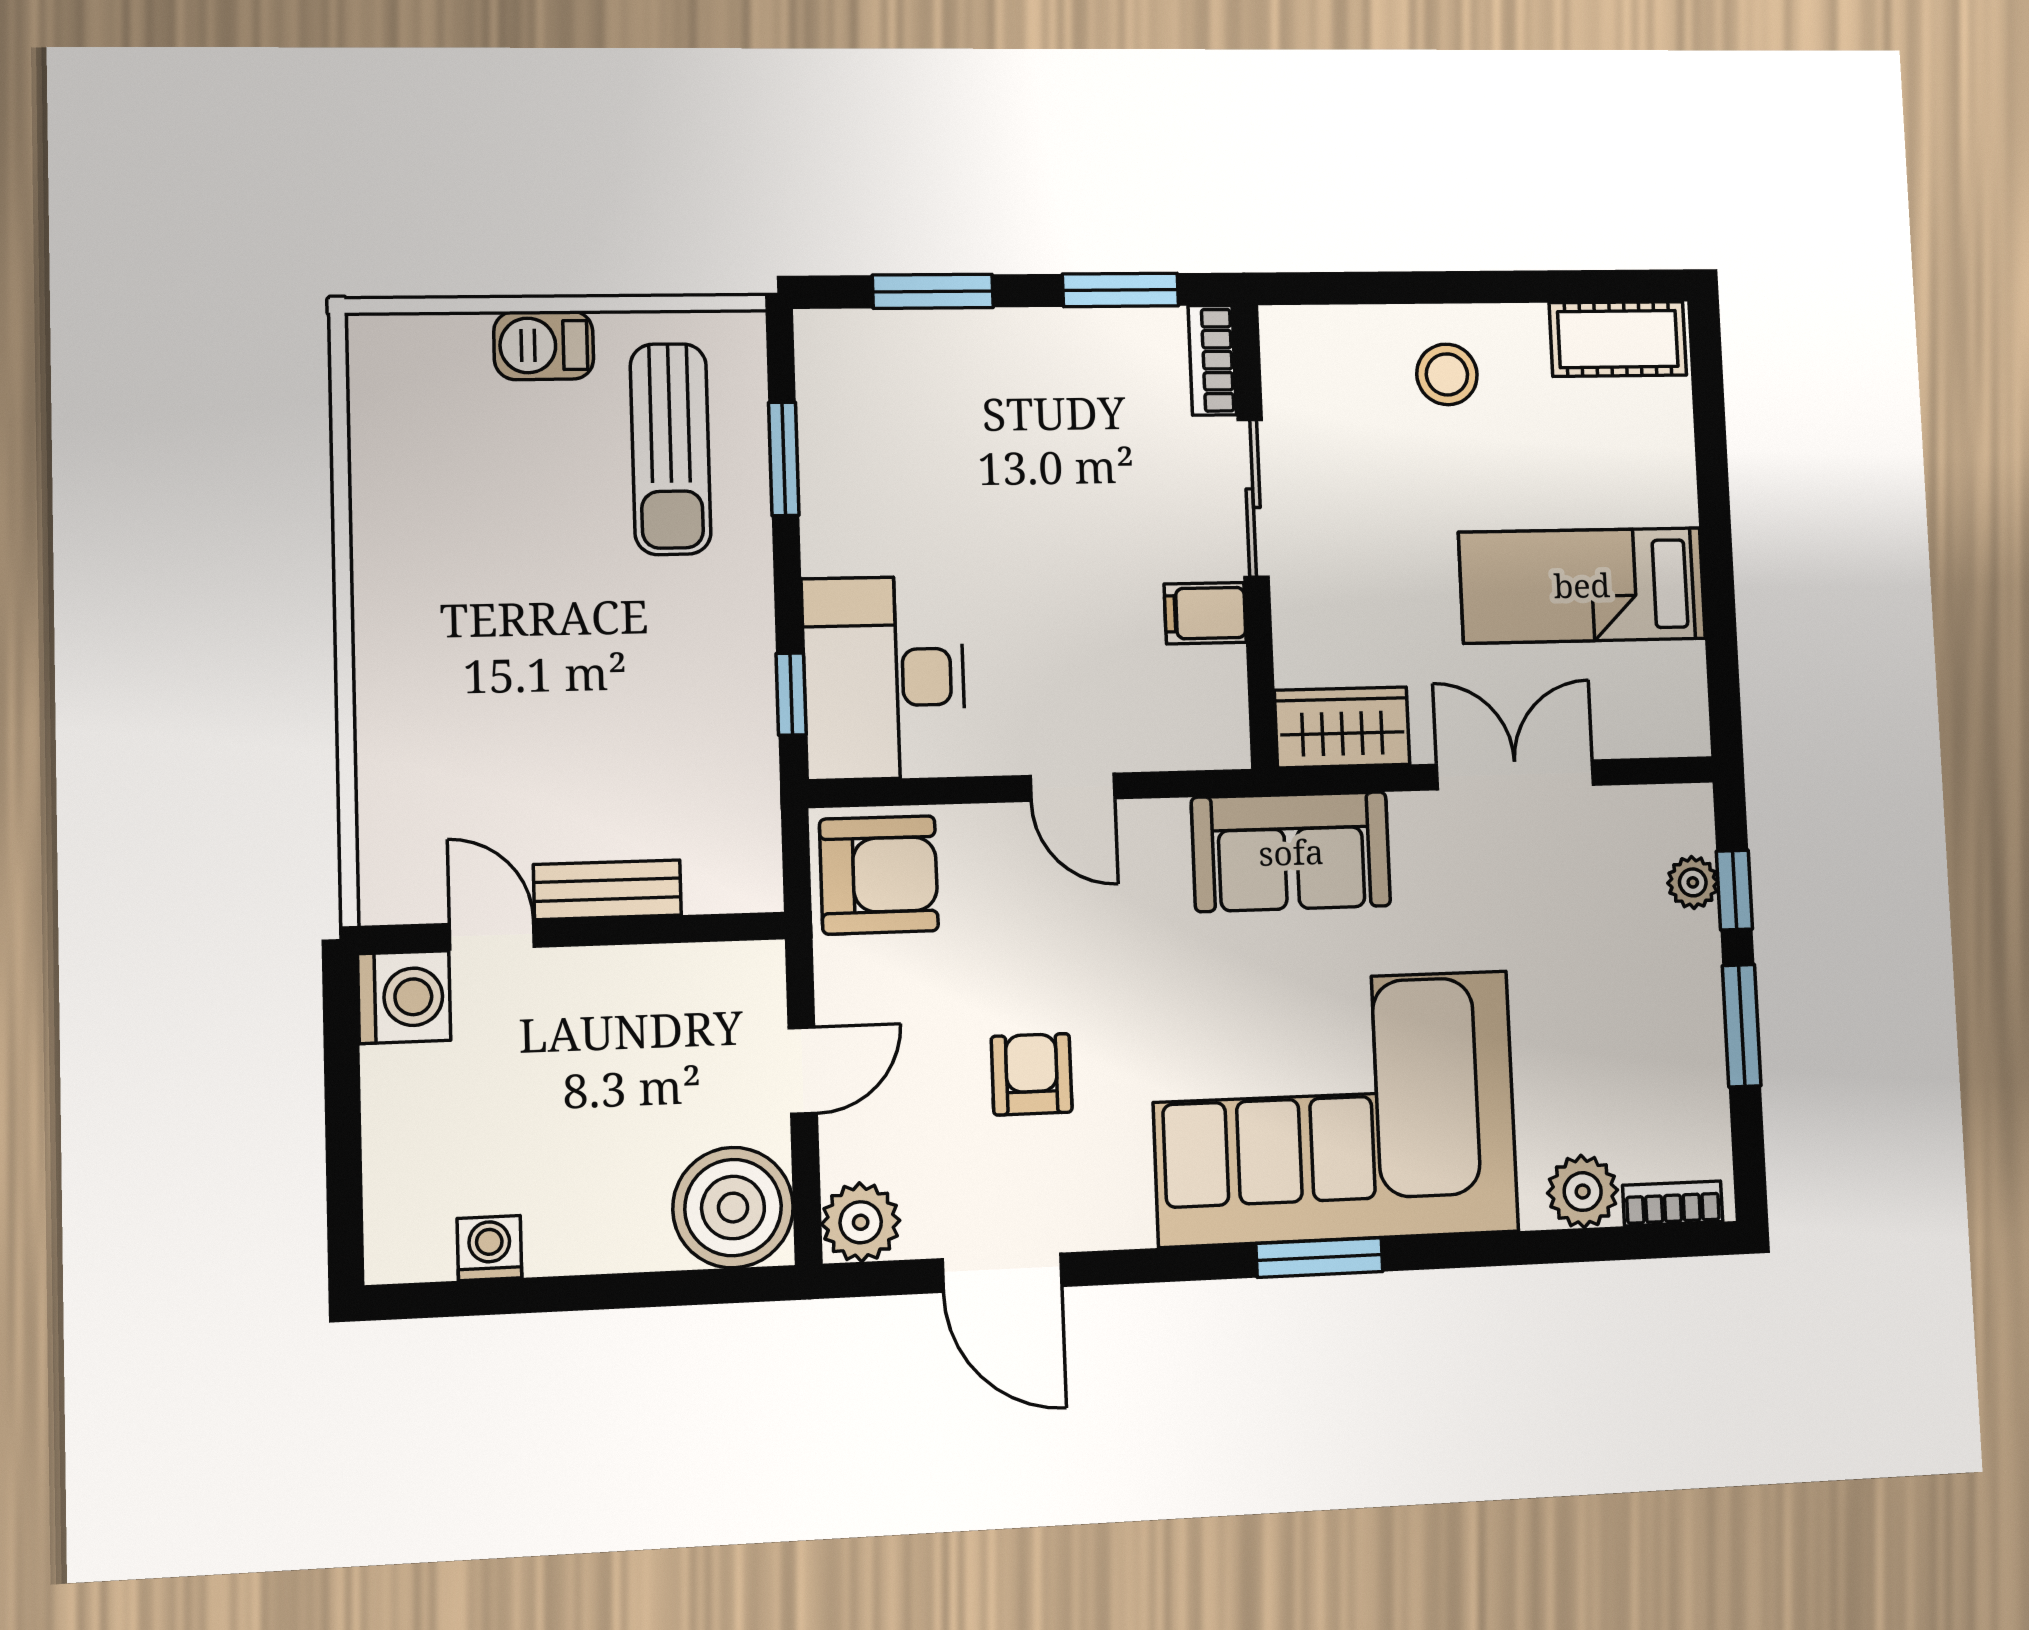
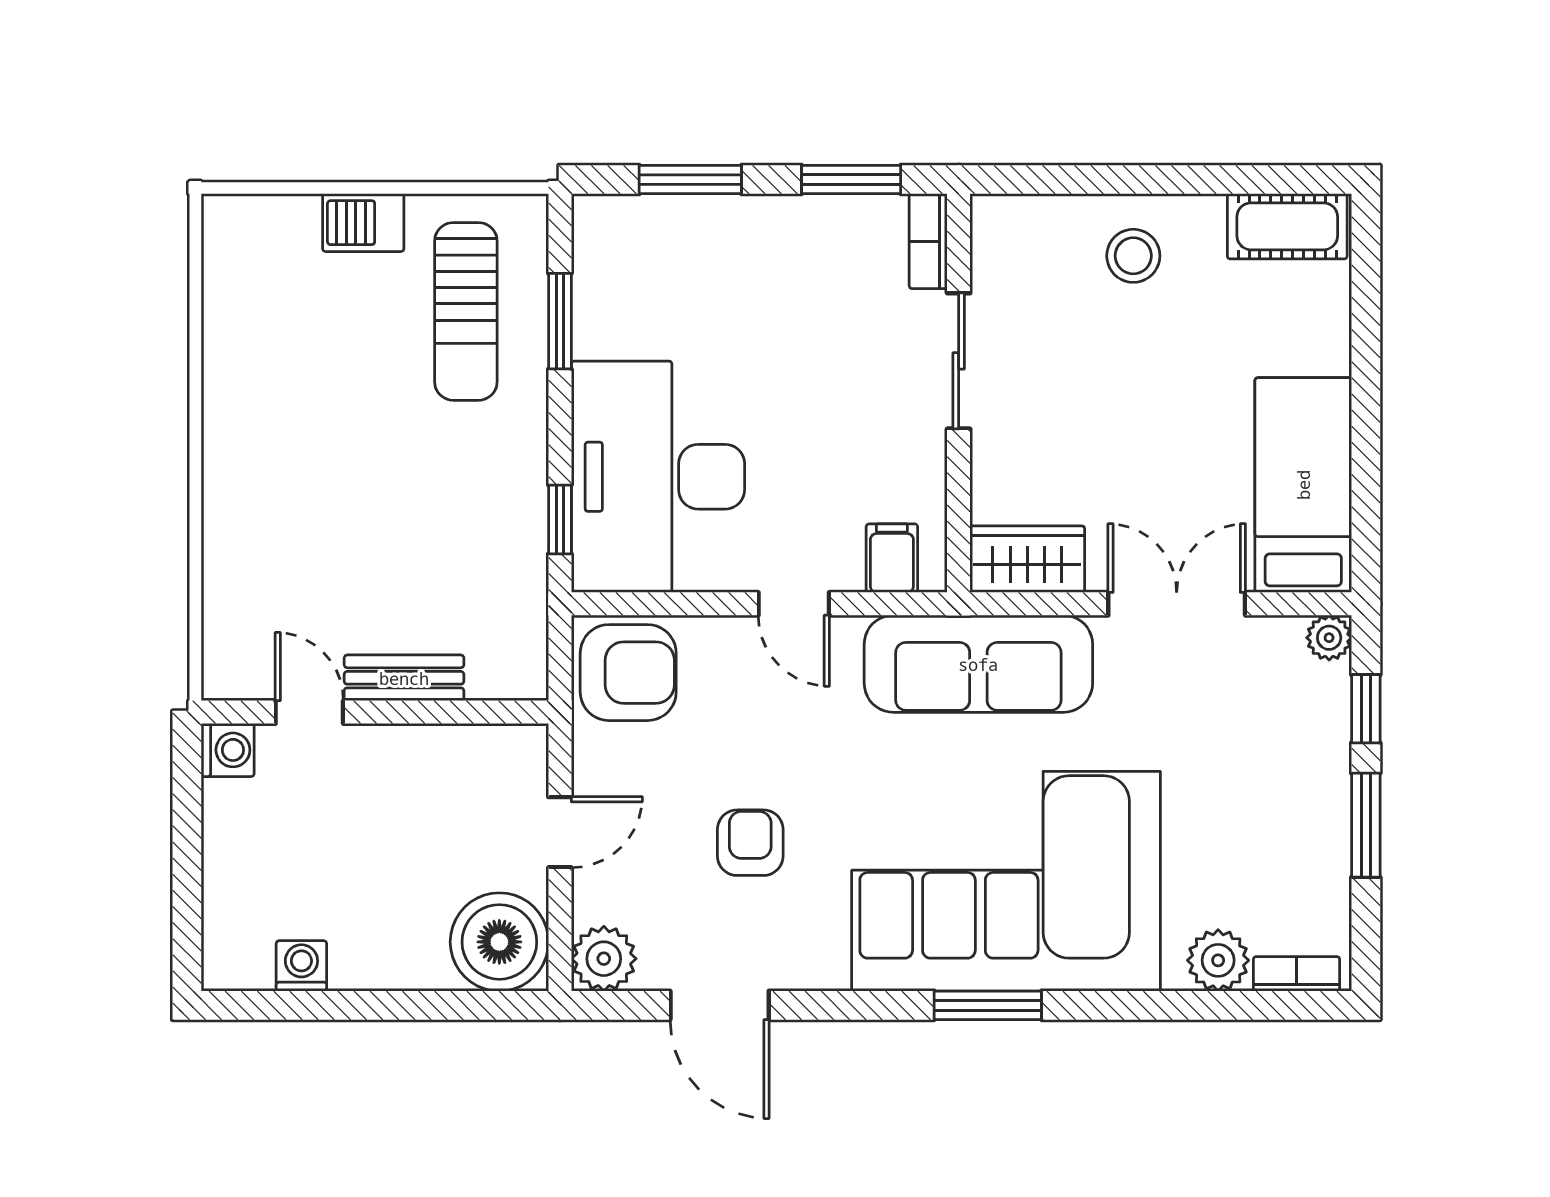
bed: (1582, 585) -> (1303, 485), moved, turned 90
filing cabinet: (1205, 613) -> (892, 558), moved, turned 90
desk: (884, 678) -> (658, 477), width x1.36, depth x1.30
sofa: (1291, 852) -> (978, 664), width x1.36
plant: (1693, 882) -> (1329, 638), moved
washing machine: (404, 997) -> (228, 750), width x0.73, depth x0.73

